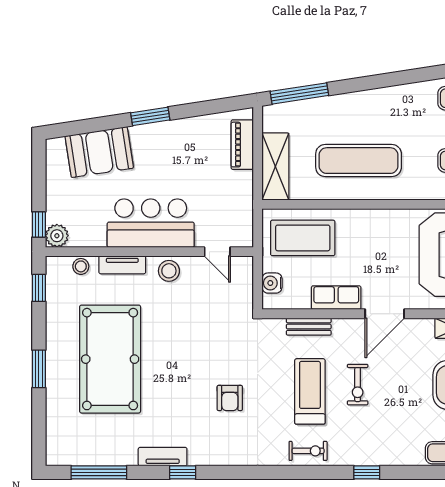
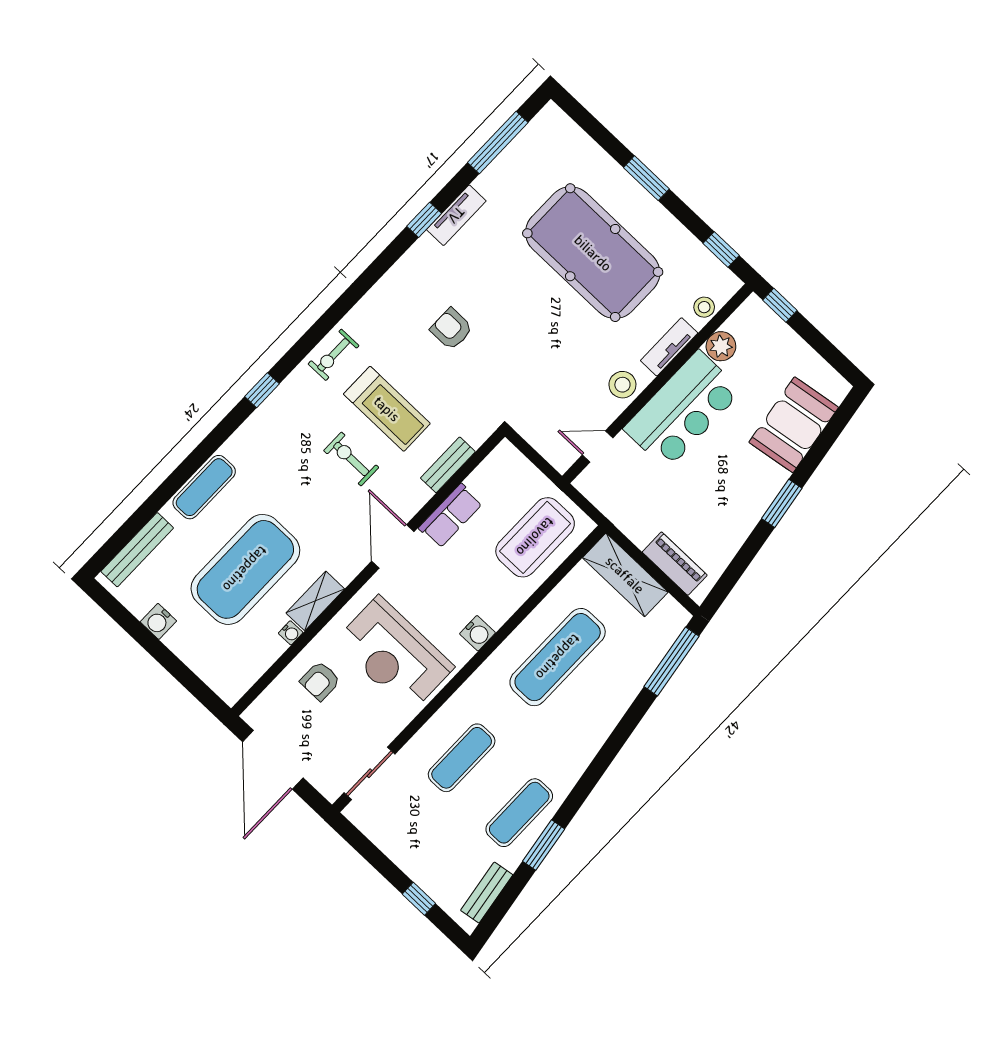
plant: (57, 236) -> (721, 346), moved
water cooler: (272, 283) -> (478, 633), moved, turned 90

